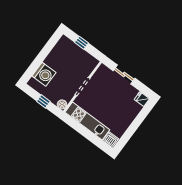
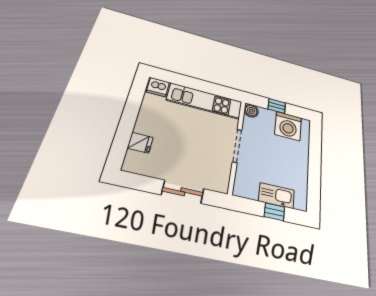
kitchen sink: (75, 50) -> (276, 196), added
washing machine: (44, 74) -> (288, 126), moved, turned -90
fridge: (142, 99) -> (140, 143), moved

